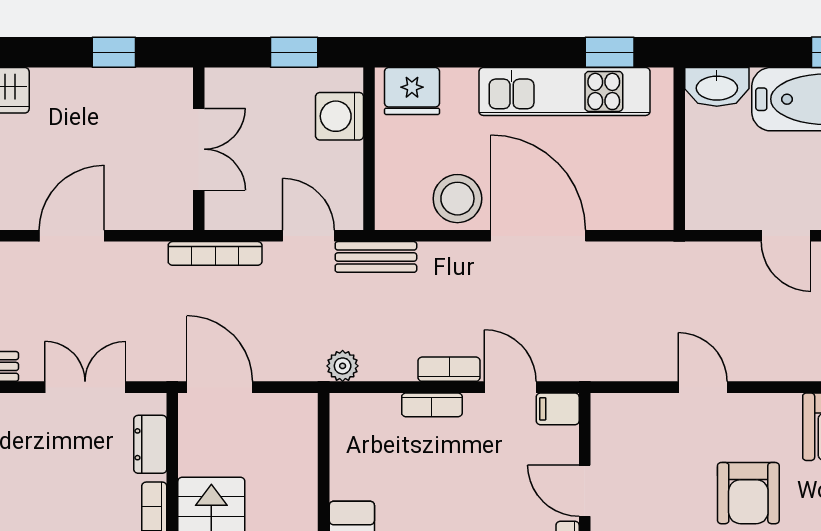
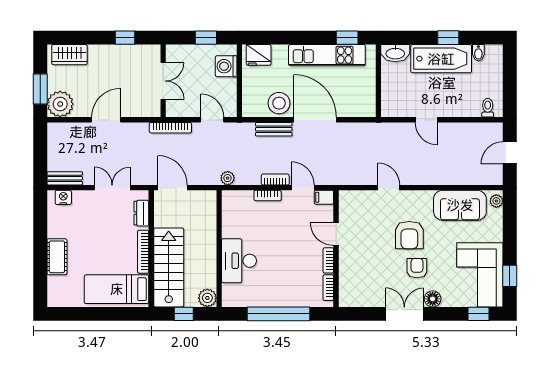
bench: (376, 257) -> (274, 129), moved

